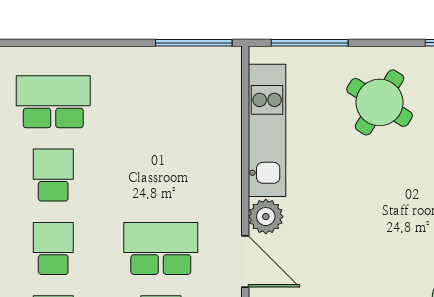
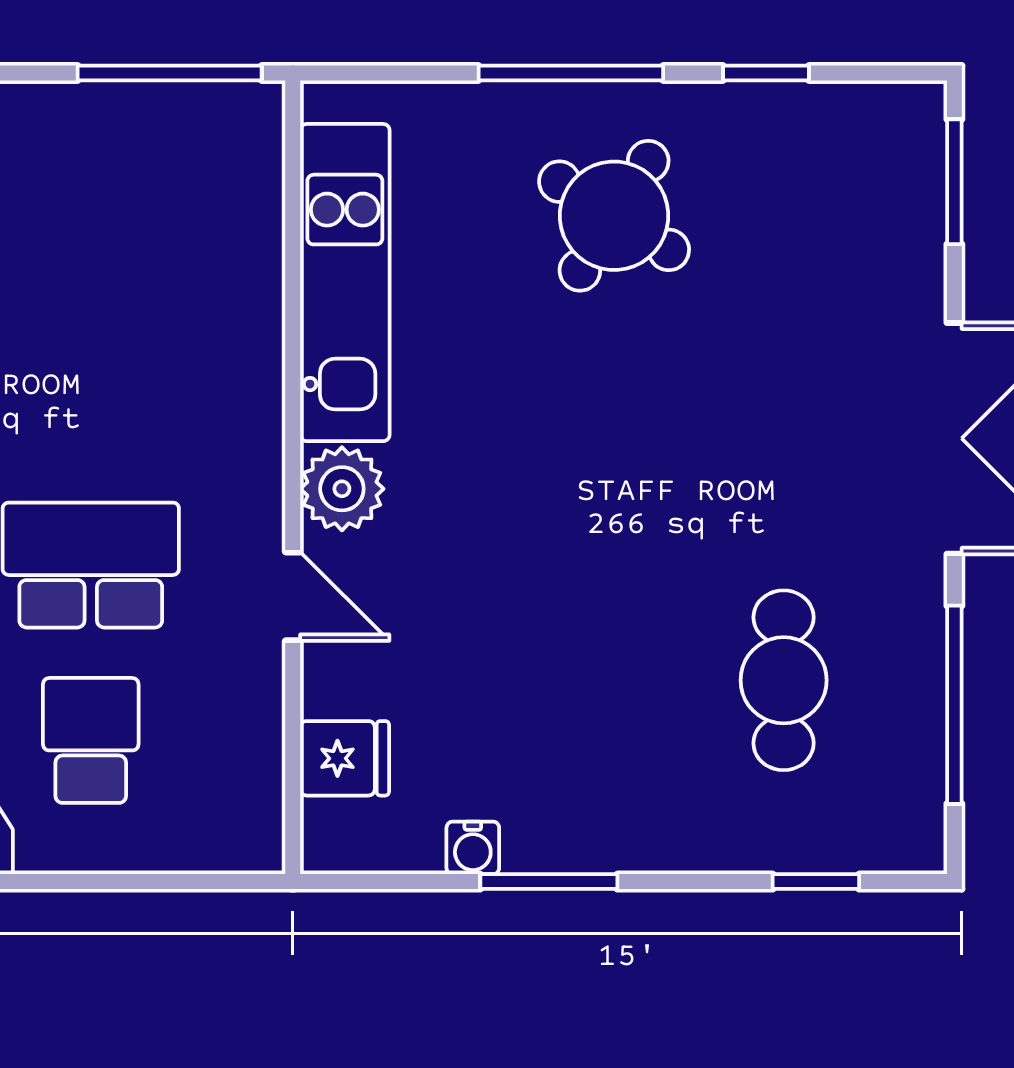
window: (310, 43) -> (571, 73), moved
door: (245, 261) -> (293, 596), width x0.73

